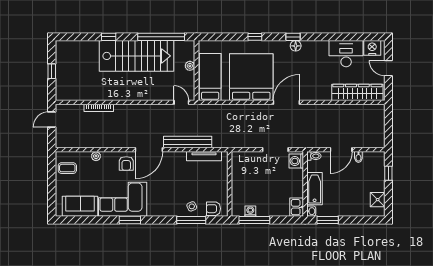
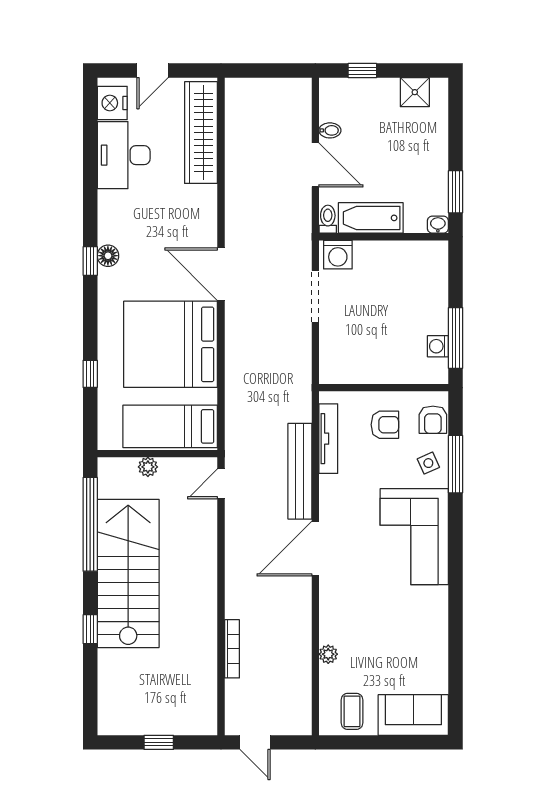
window: (255, 37) -> (90, 374), moved
door: (149, 150) -> (315, 549), swing flipped
armchair: (126, 163) -> (385, 425), moved
bathtub: (315, 189) -> (371, 218), moved
corner sofa: (123, 199) -> (414, 537), moved
sofa: (80, 206) -> (413, 715), moved, turned 90
kitchen sink: (297, 207) -> (430, 254), removed
window: (130, 220) -> (456, 586), removed

